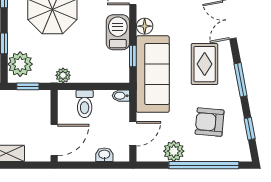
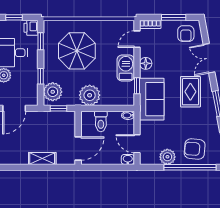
sofa: (153, 74) -> (152, 99), width x0.73
plant: (63, 75) -> (90, 95), width x1.87, depth x1.87
armchair: (210, 122) -> (195, 149), moved
door: (133, 134) -> (137, 144), swing flipped
washbasin: (104, 155) -> (128, 159), moved

